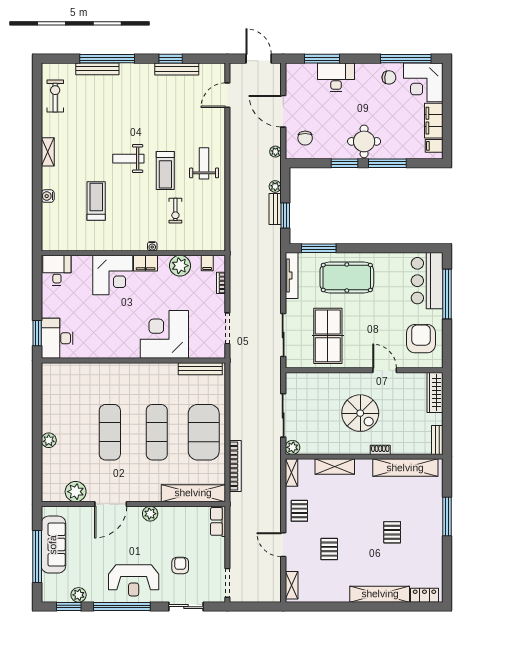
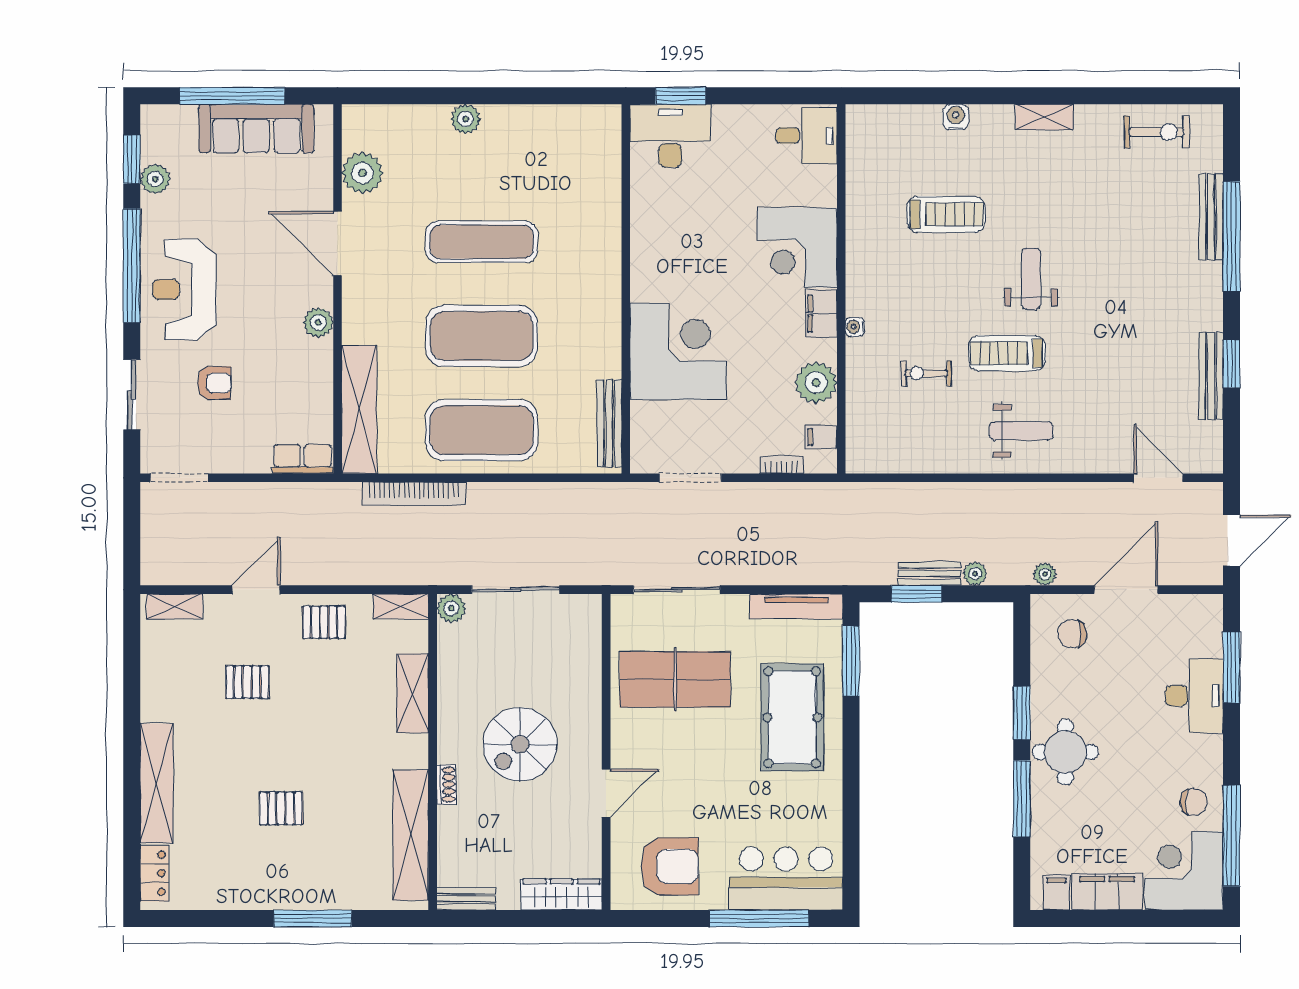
chair: (389, 77) -> (1194, 802), turned -94
exercise mat: (157, 432) -> (482, 336), width x1.47

